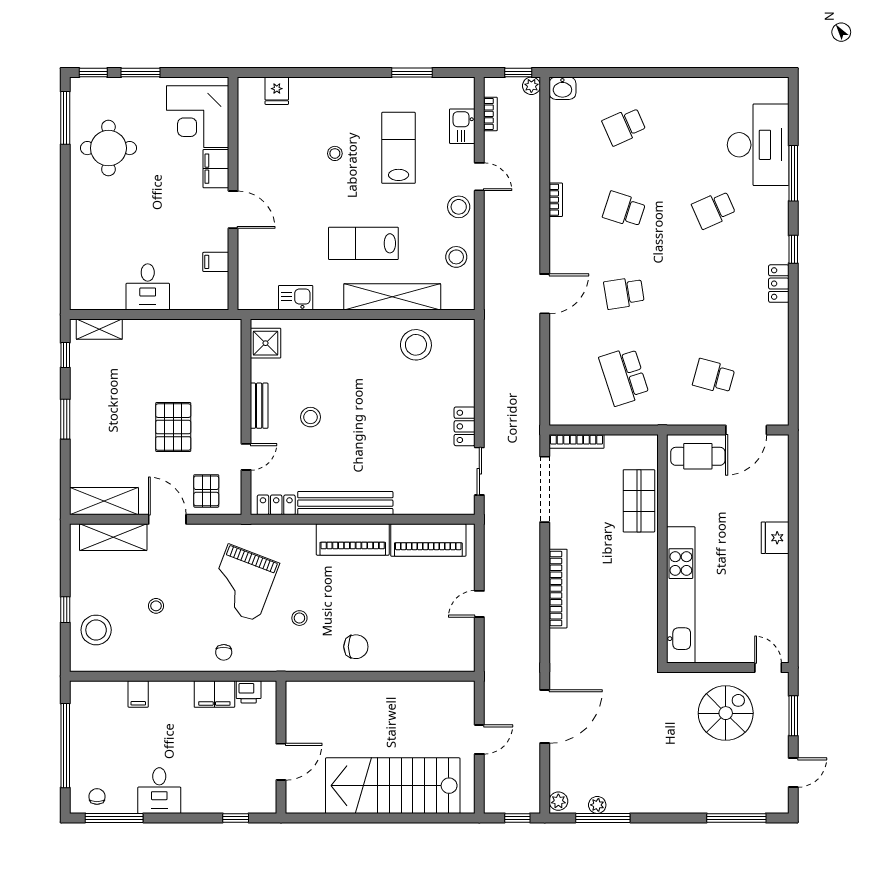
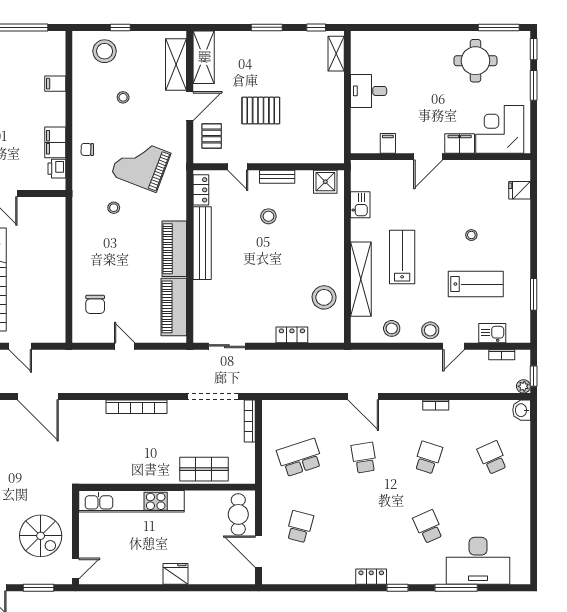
locker: (465, 426) -> (292, 335), moved
pallet: (206, 491) -> (212, 136), turned 90
chair: (356, 647) -> (95, 304), moved

